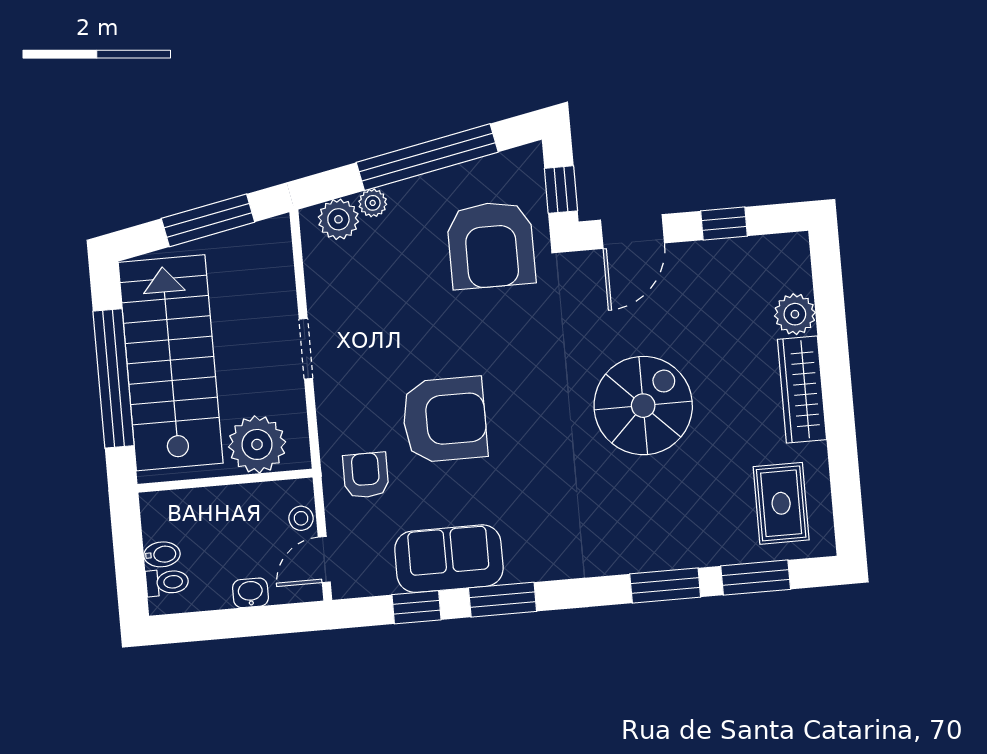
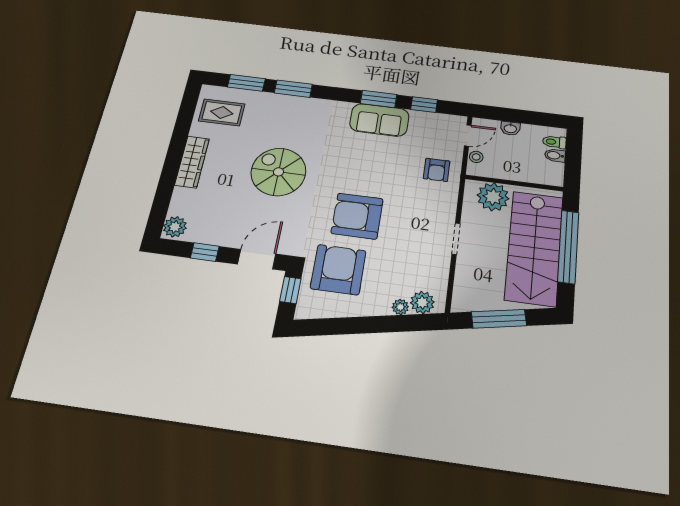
window: (427, 157) -> (362, 325), removed
plant: (795, 314) -> (175, 227), moved
spiral stairs: (643, 406) -> (278, 172), turned 90
armchair: (445, 420) -> (357, 216), moved
rug: (781, 503) -> (222, 112), turned 90
sofa: (449, 559) -> (379, 120), moved

